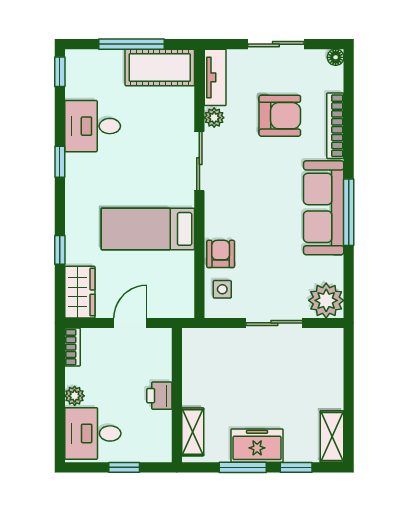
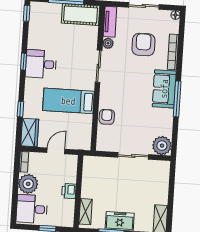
armchair: (280, 116) -> (143, 45), turned -90
desk: (93, 126) -> (41, 64), moved
sofa: (324, 208) -> (164, 89), width x0.73
side table: (222, 289) -> (106, 136), removed
plant: (75, 396) -> (28, 184), width x1.87, depth x1.87

